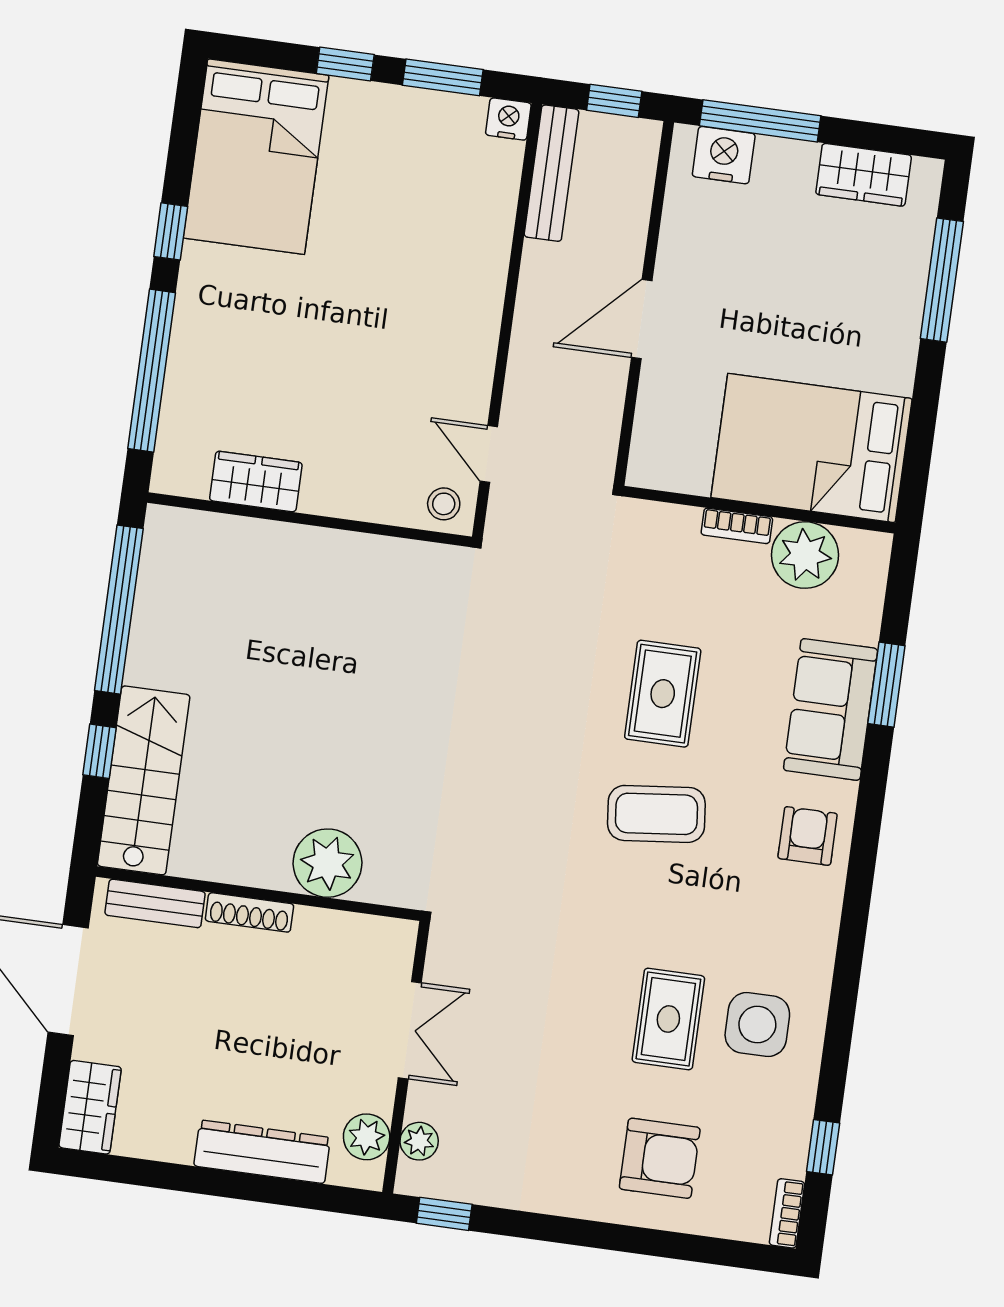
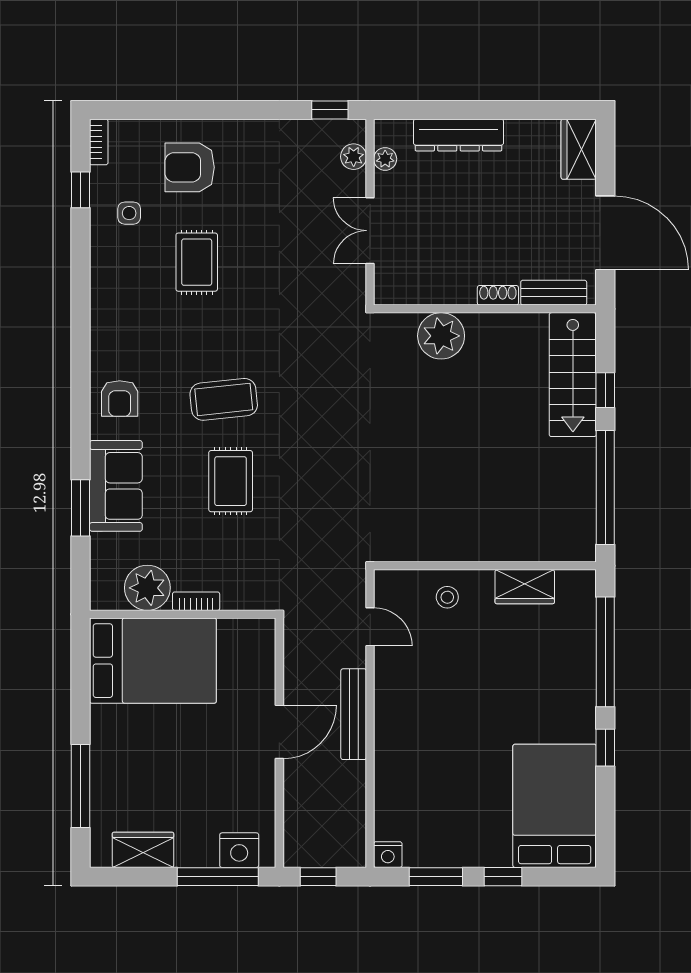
bench: (552, 173) -> (354, 714), moved
stool: (444, 504) -> (447, 597), moved
shoe rack: (249, 912) -> (498, 295), width x0.70
side table: (757, 1025) -> (129, 213), moved, width x0.54, depth x0.54
plant: (367, 1137) -> (385, 159), width x0.73, depth x0.73

